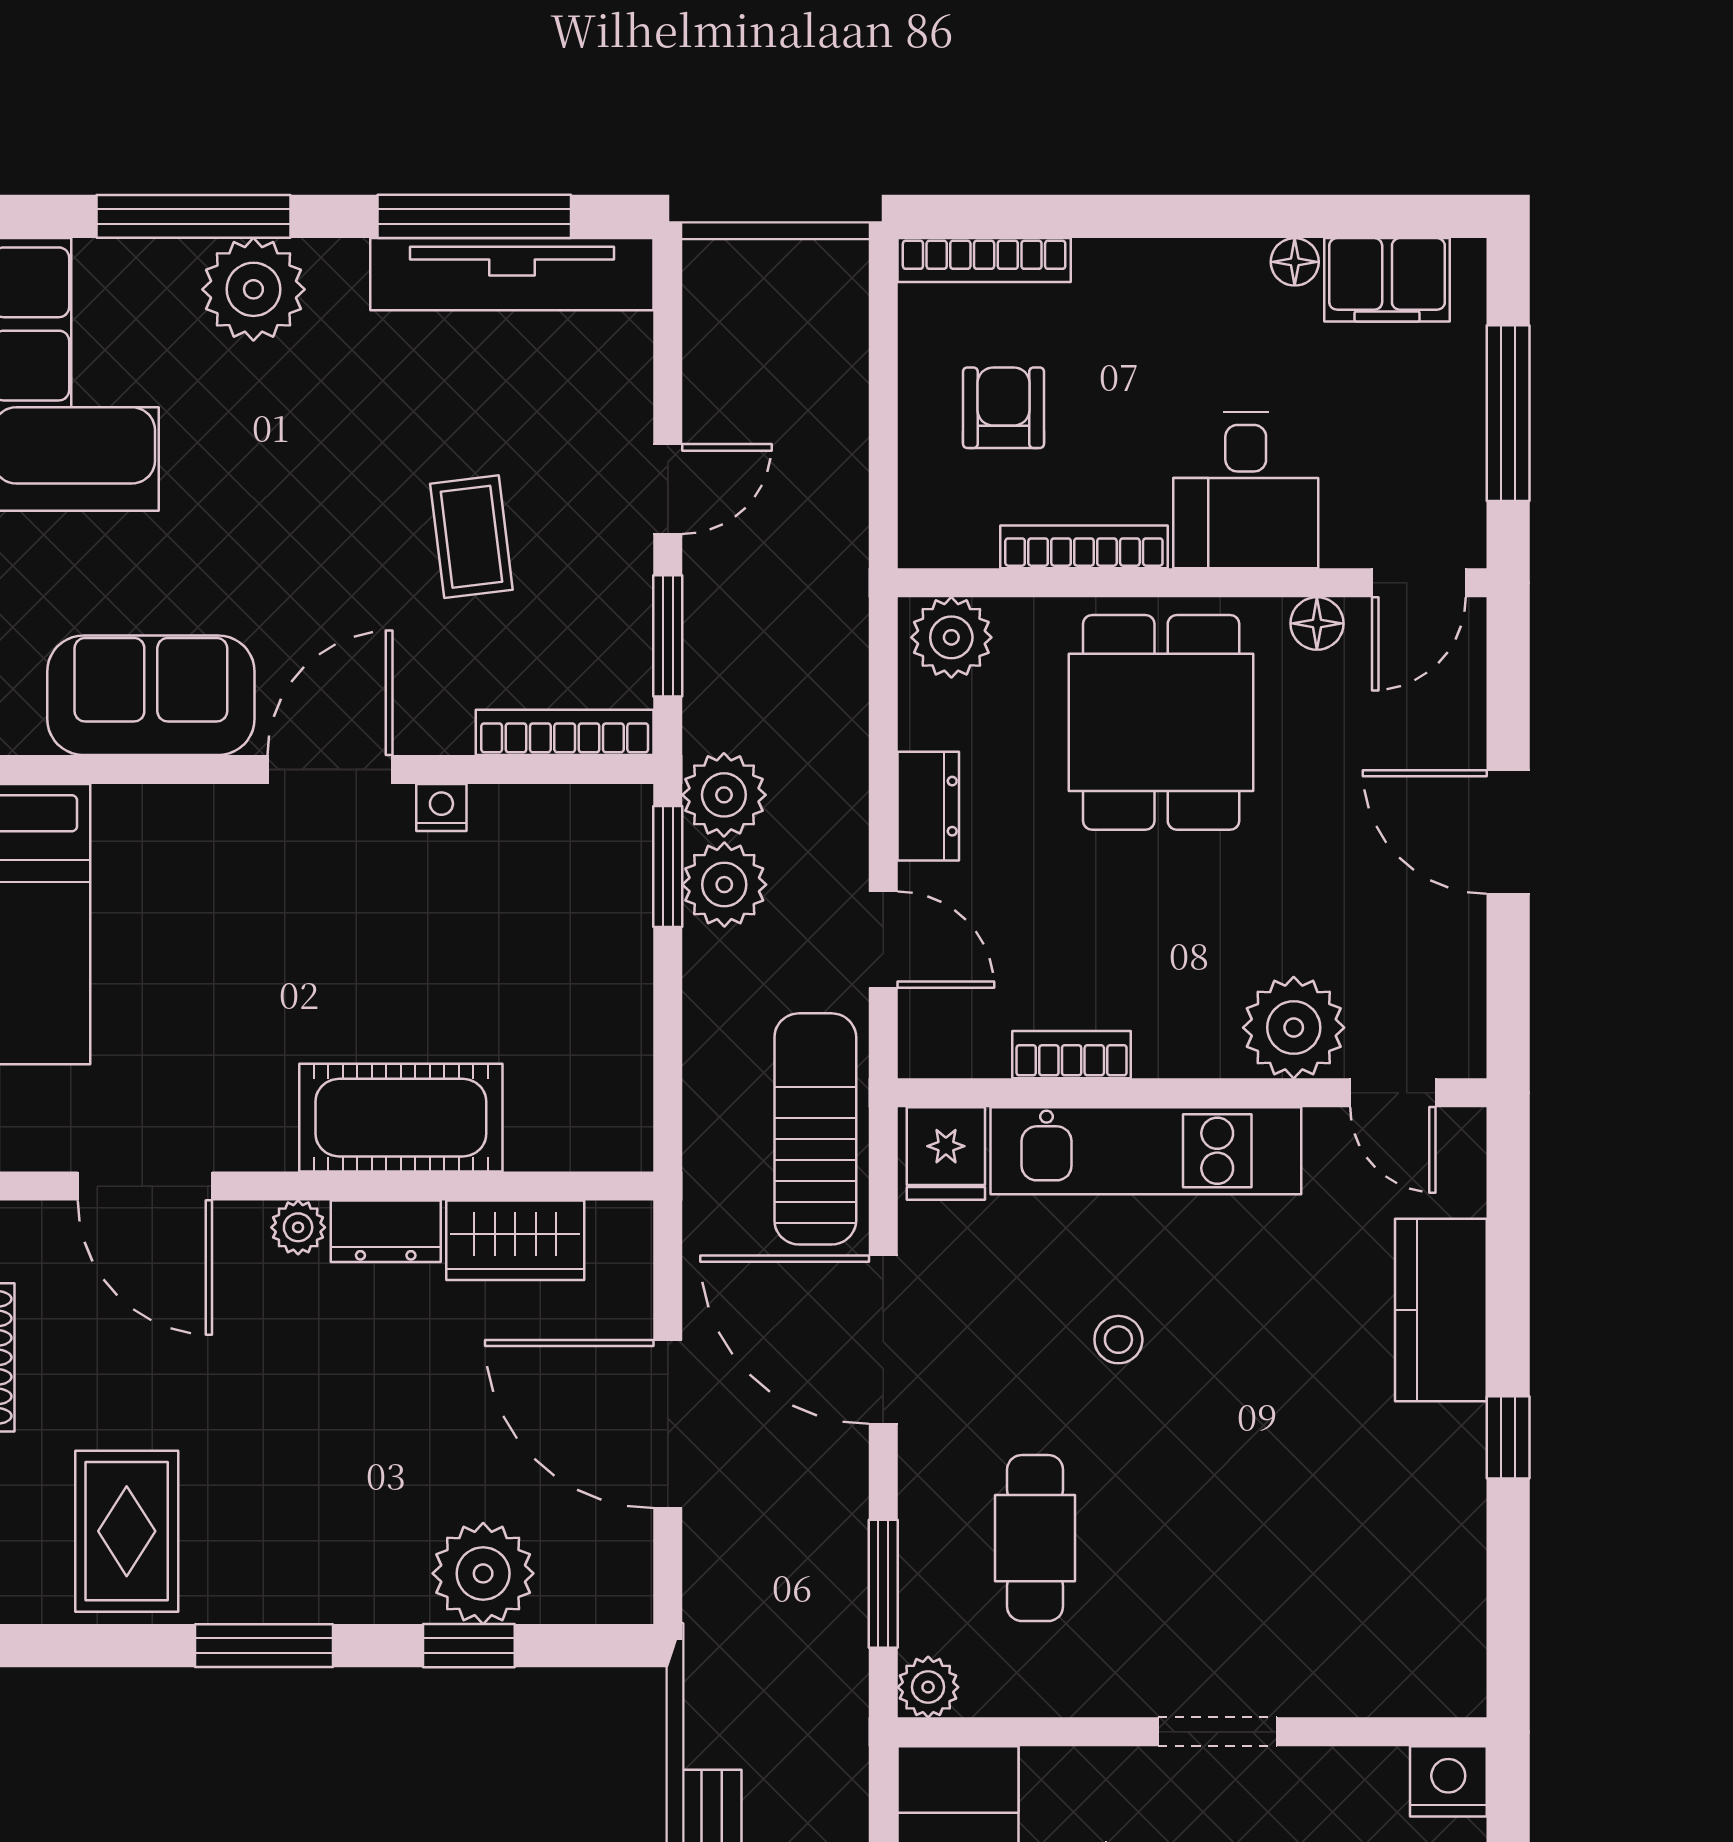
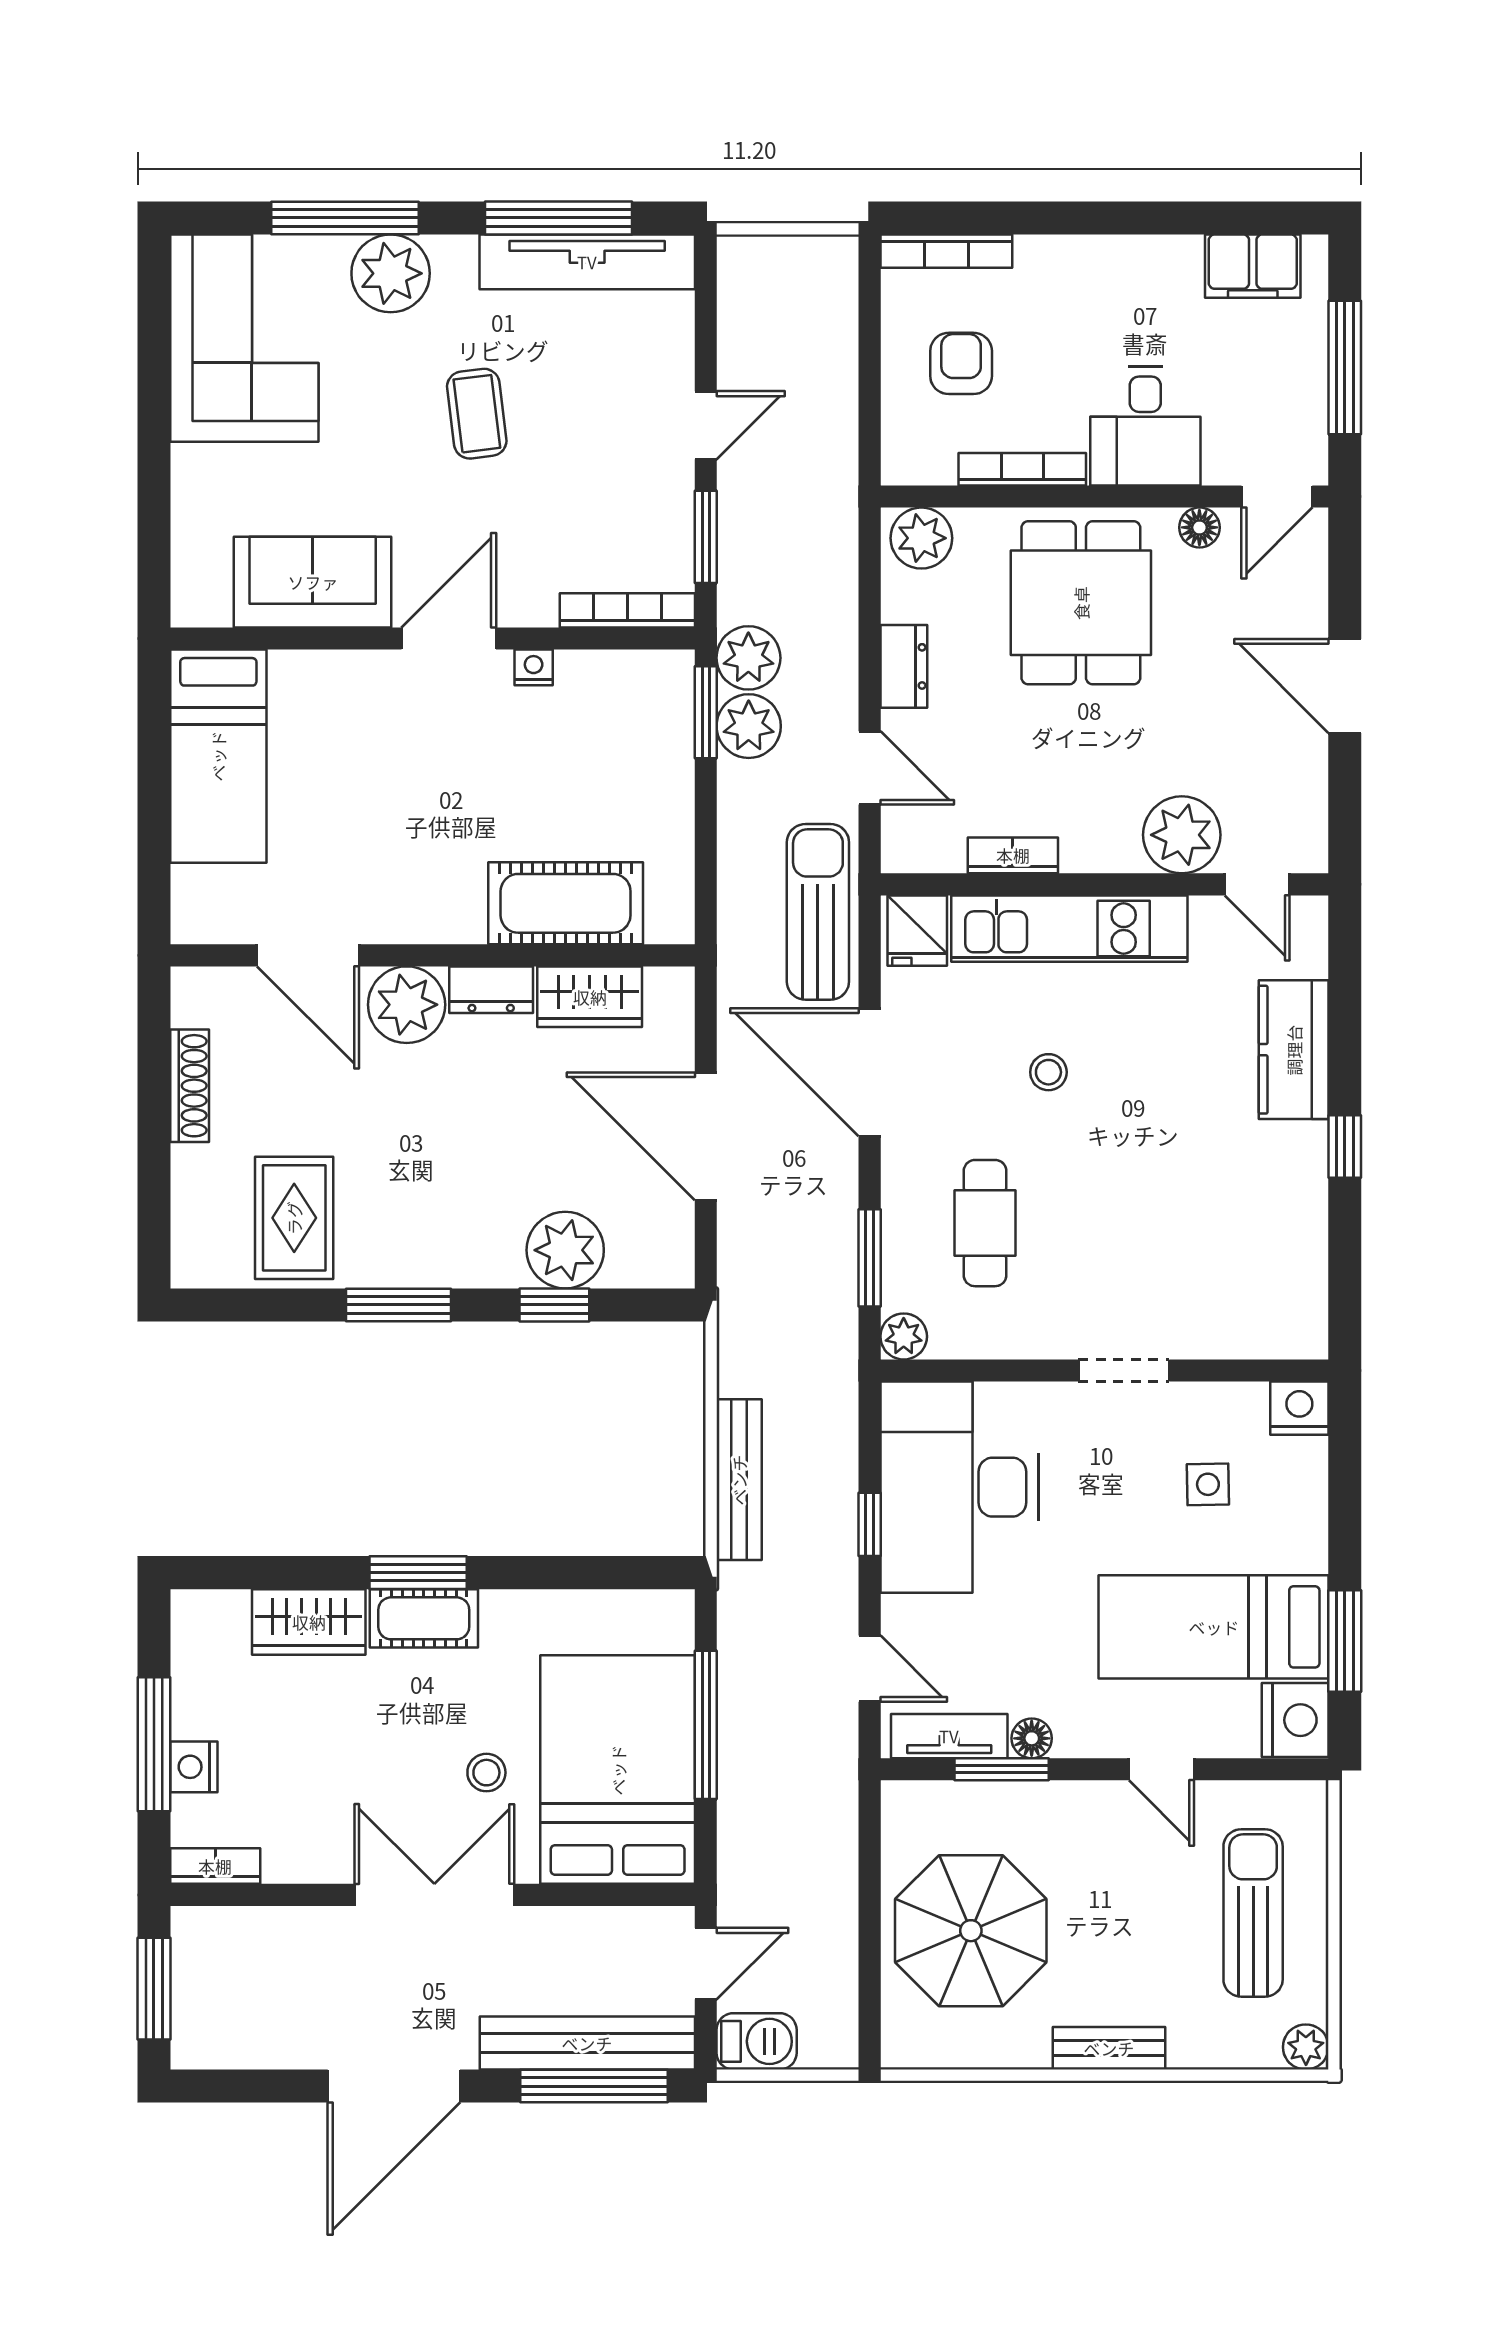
floor lamp: (1295, 262) -> (1183, 252), removed
coffee table: (471, 537) -> (477, 414), moved
cot: (401, 1118) -> (566, 903), moved
plant: (298, 1227) -> (407, 1005), width x1.88, depth x1.88

